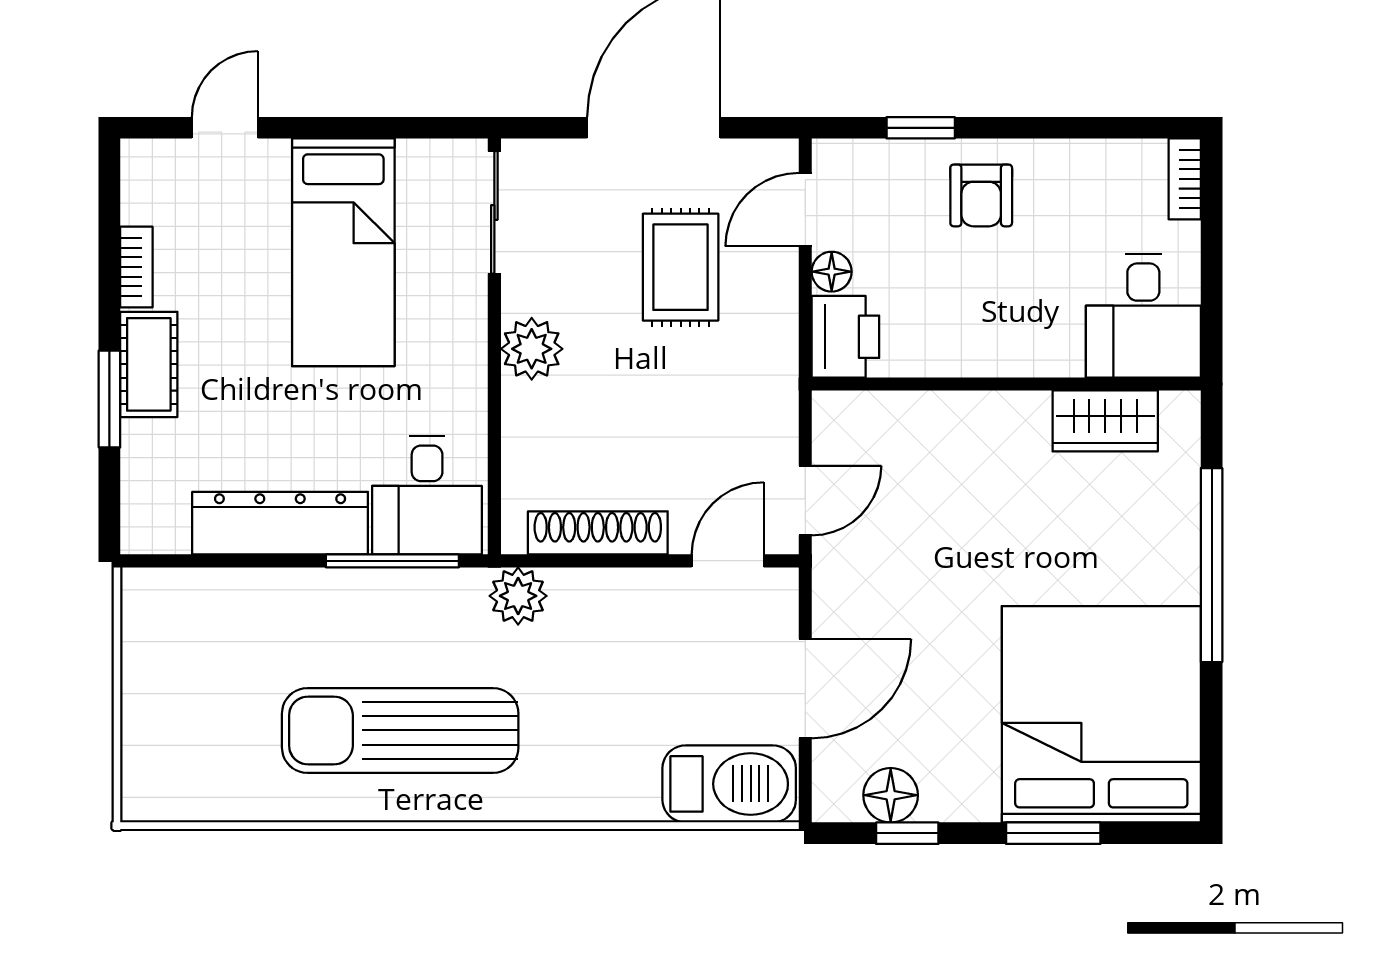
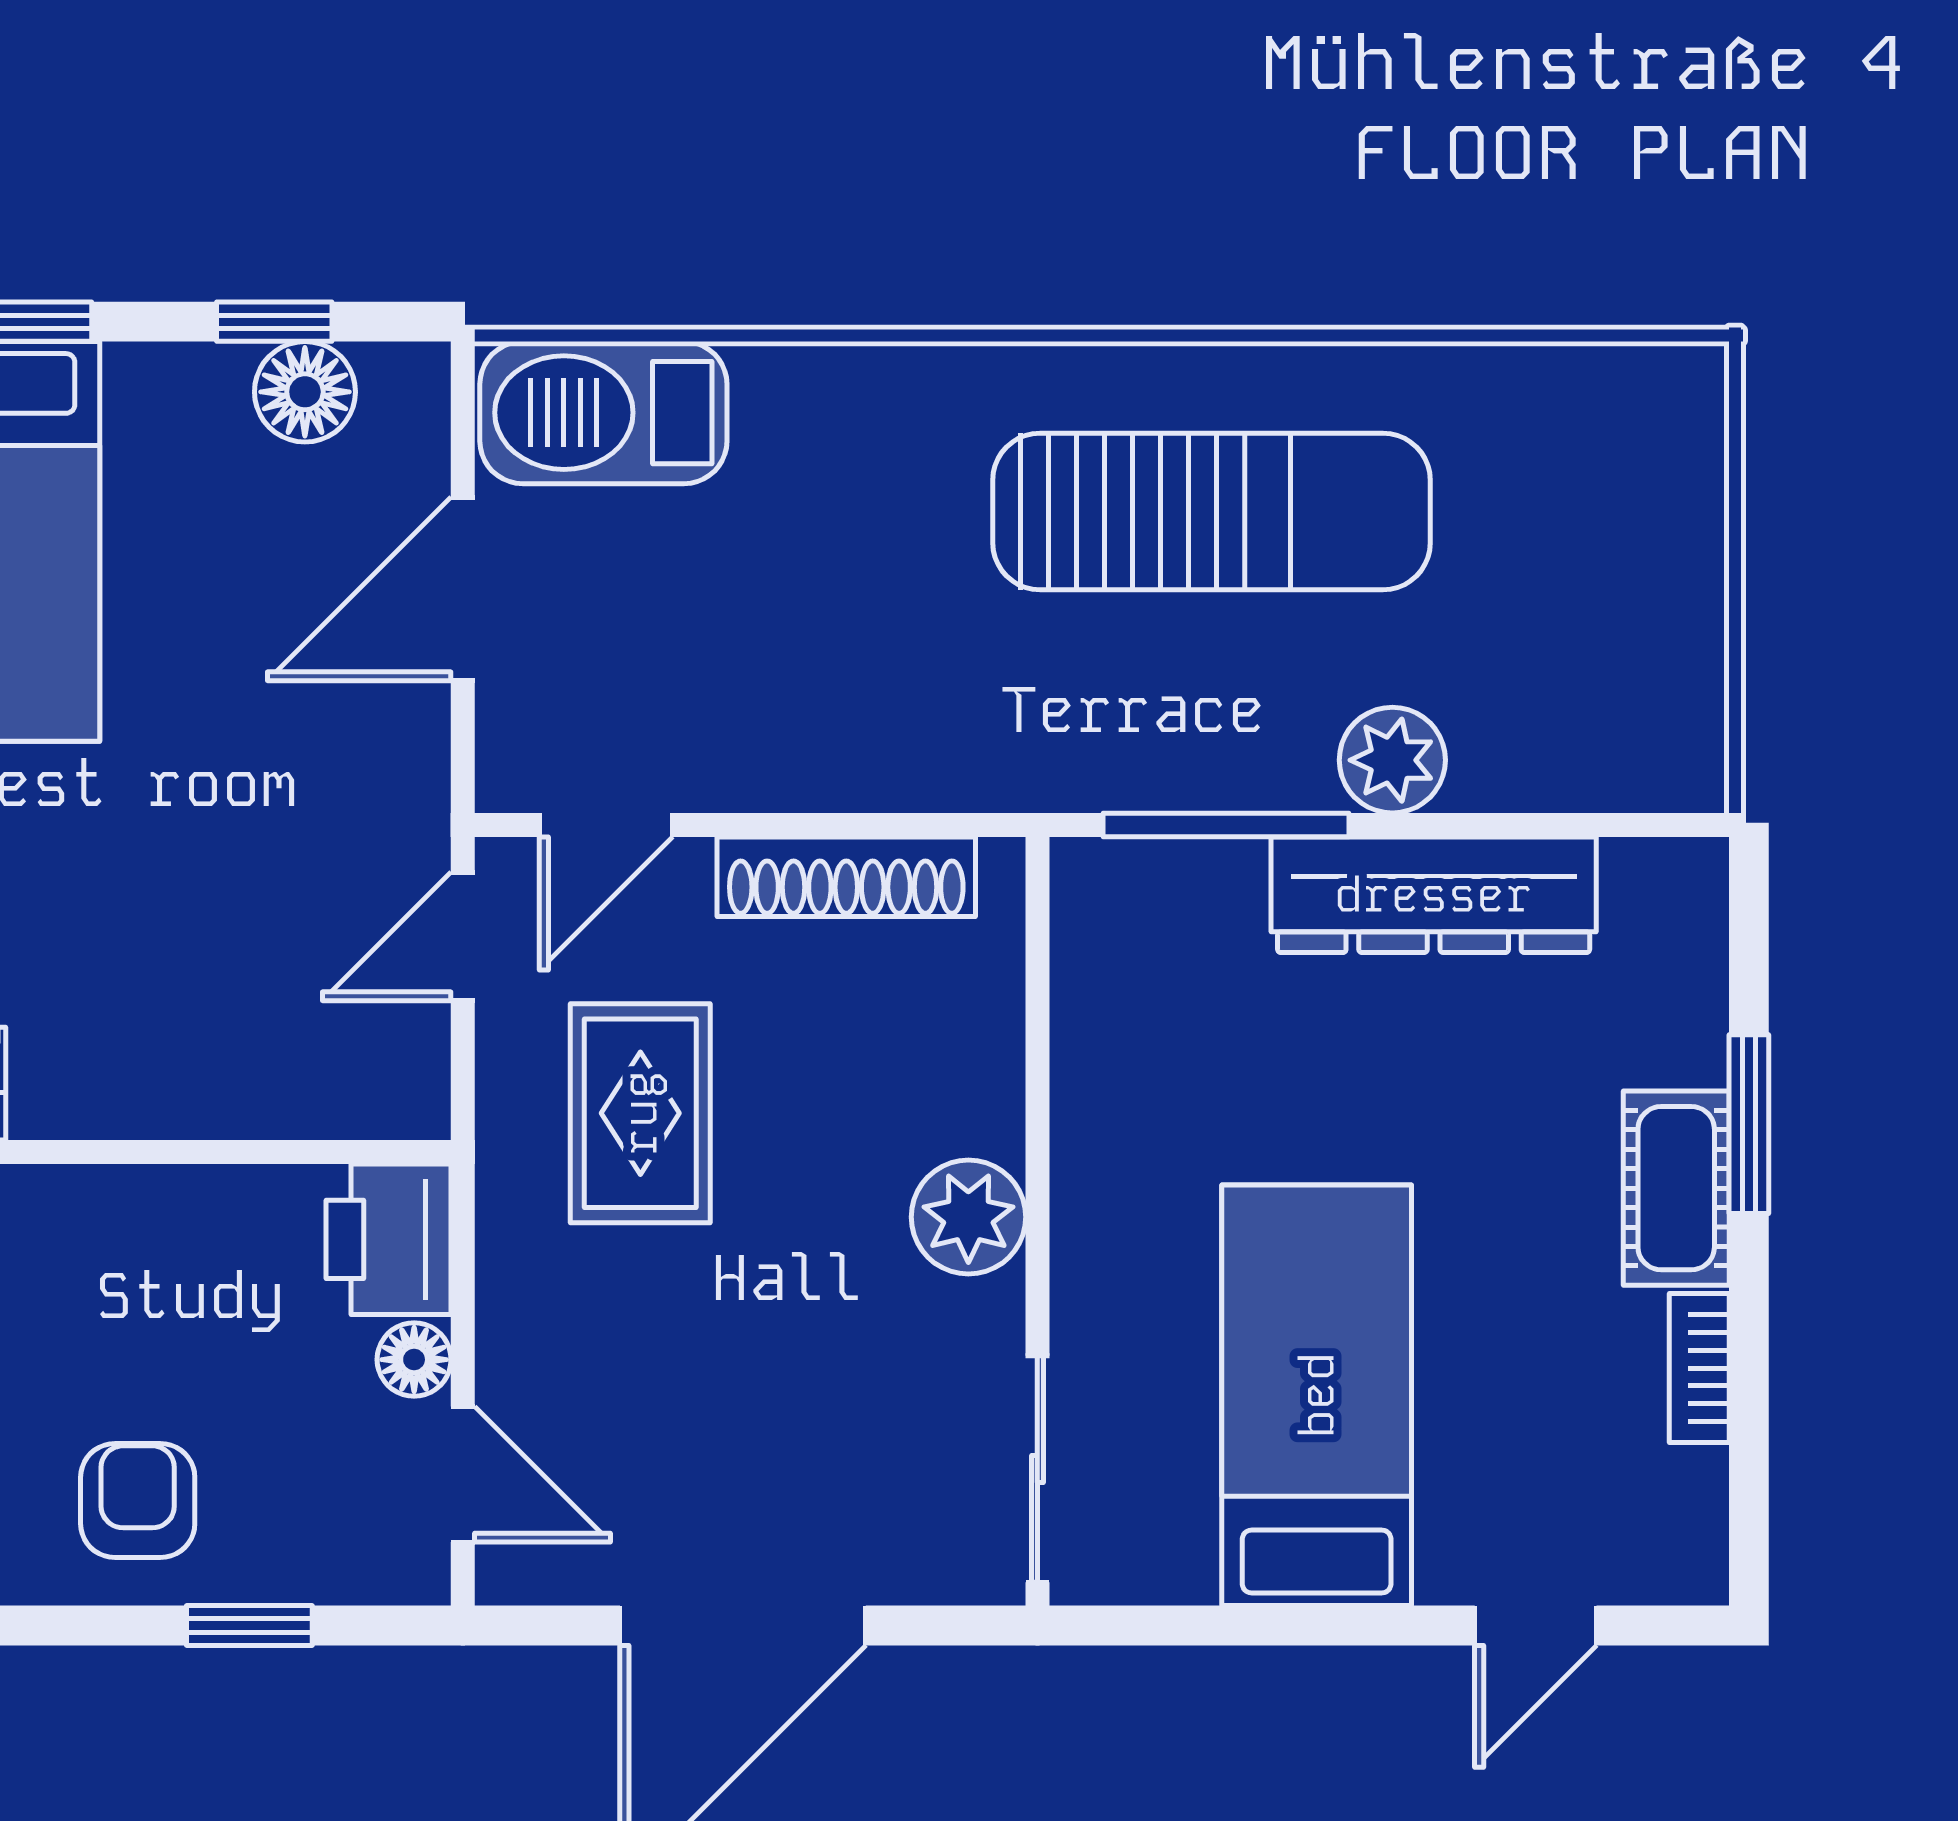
door: (805, 210) -> (463, 1474), hinge flipped
rug: (681, 267) -> (640, 1113), moved
desk: (427, 495) -> (1162, 946), removed
plant: (518, 596) -> (1392, 760), moved

